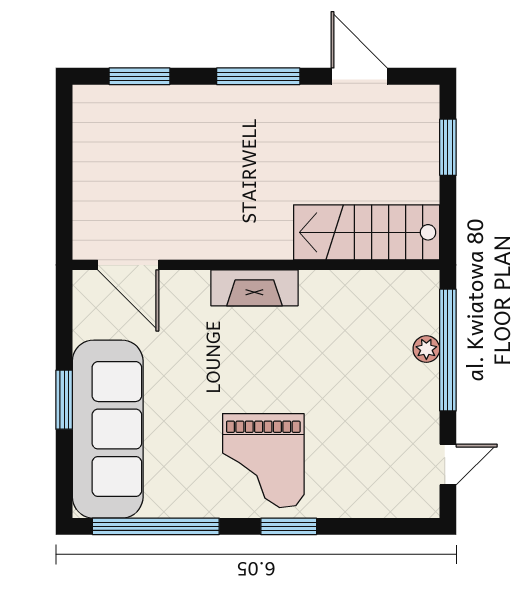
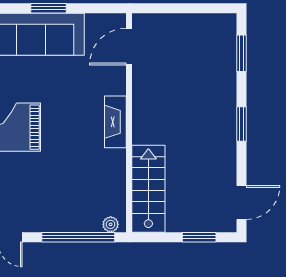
window: (258, 76) -> (241, 124), width x0.69
door: (359, 76) -> (241, 202), moved
plant: (426, 349) -> (111, 224), moved

